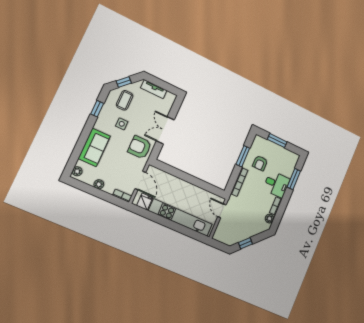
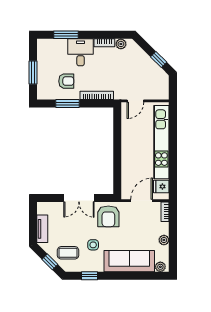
sofa: (94, 147) -> (129, 261), width x1.36

